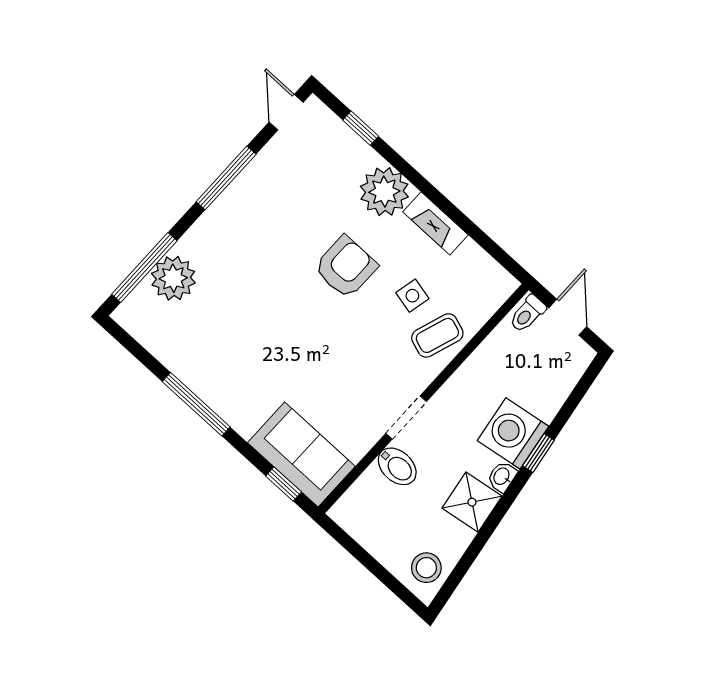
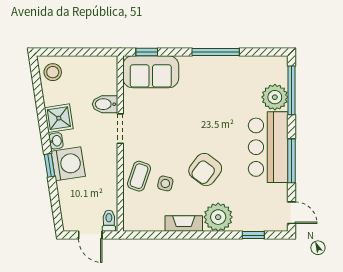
bar counter: (240, 222) -> (268, 147), added
armchair: (346, 267) -> (205, 170), turned 37

